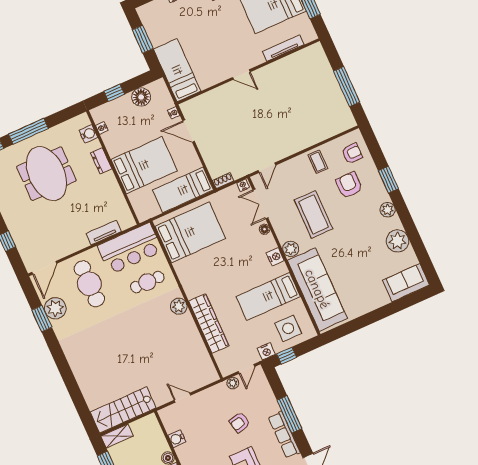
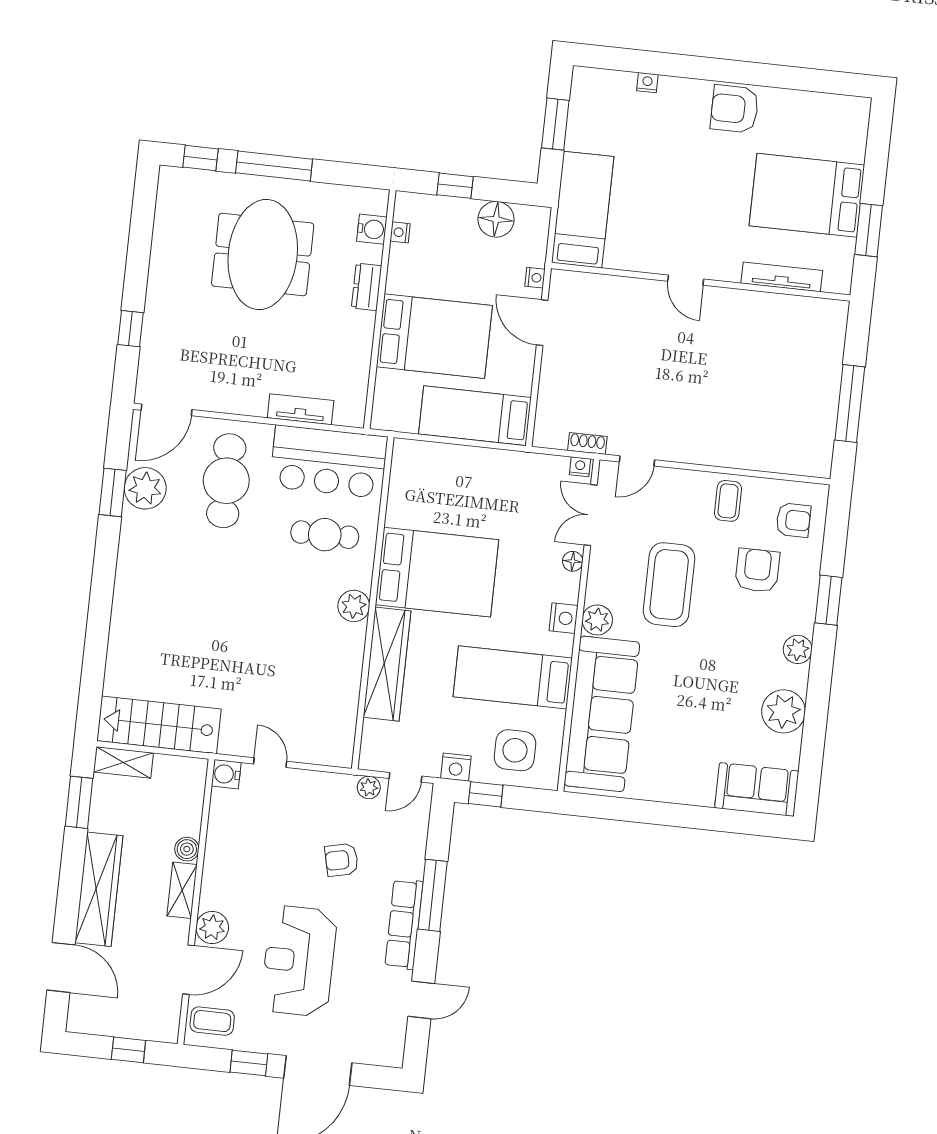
shoe rack: (223, 181) -> (587, 444), moved
bed: (190, 232) -> (437, 572), moved
water cooler: (177, 439) -> (226, 774), moved

